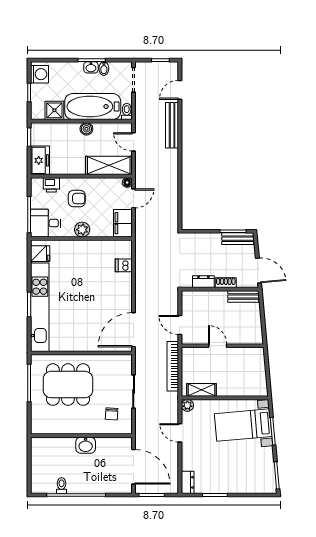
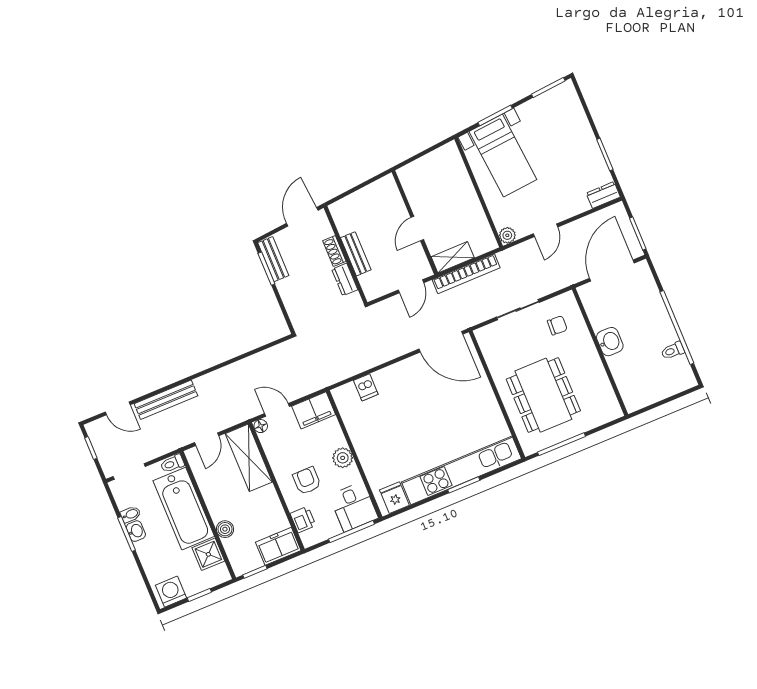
boiler: (86, 129) -> (225, 529), moved
bench: (243, 297) -> (356, 254), moved
shelving: (202, 390) -> (453, 257), moved, turned 90

